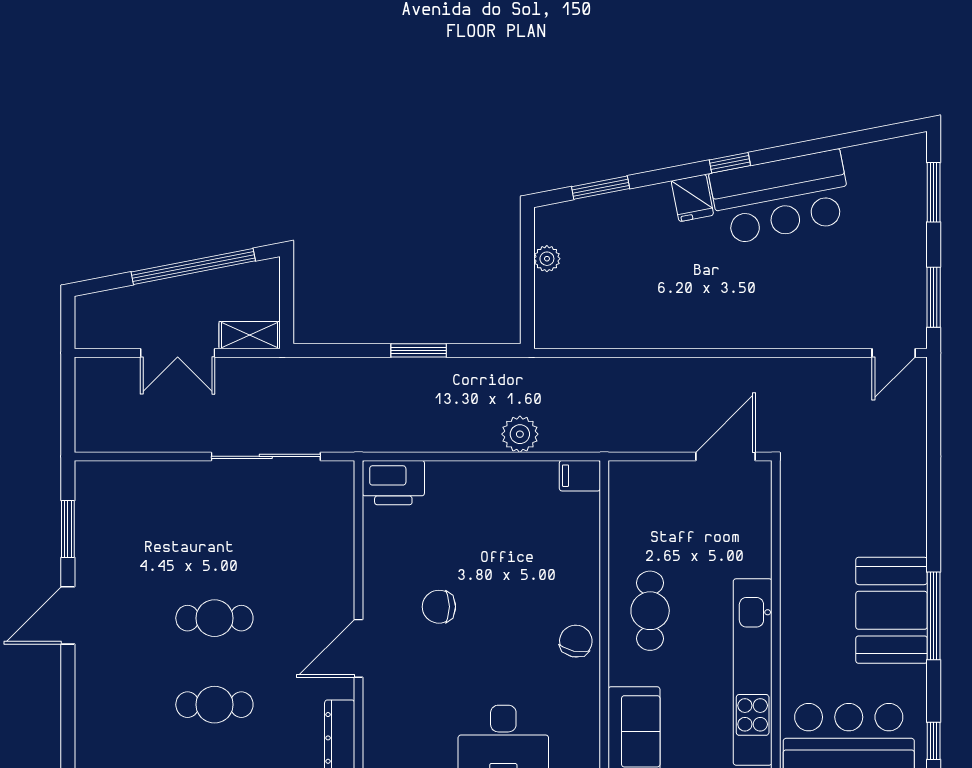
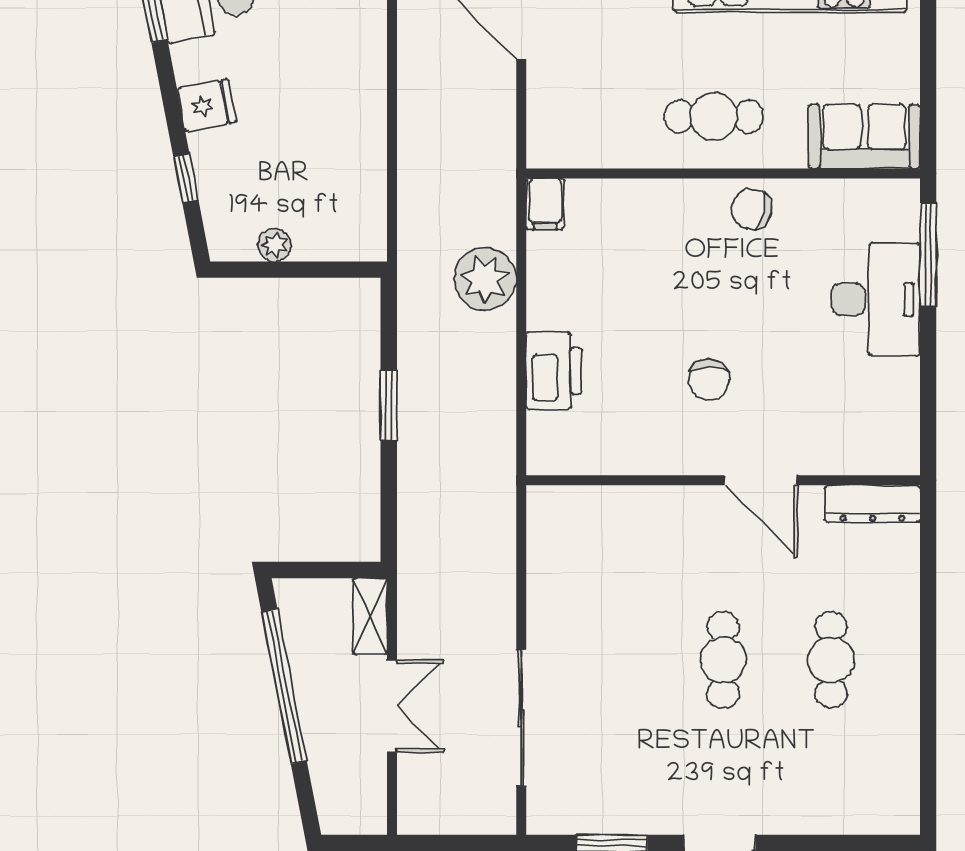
window: (601, 188) -> (186, 178), width x0.67
fridge: (692, 198) -> (207, 105), moved
plant: (520, 434) -> (485, 279), width x1.36, depth x1.36
sliding door: (266, 456) -> (521, 718), moved
printer: (393, 483) -> (554, 371), moved

